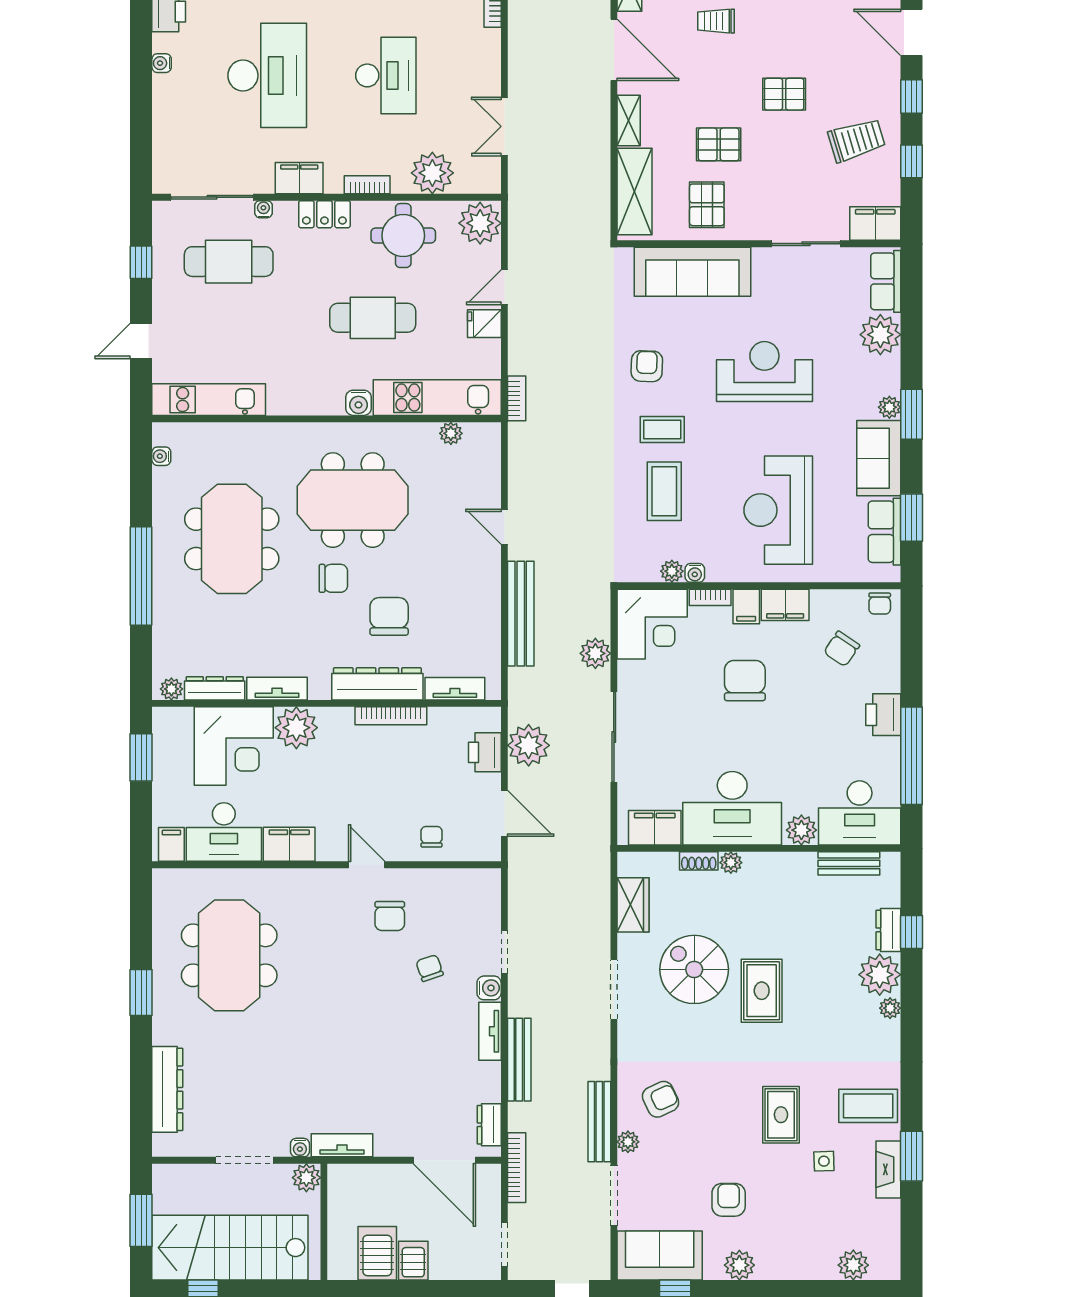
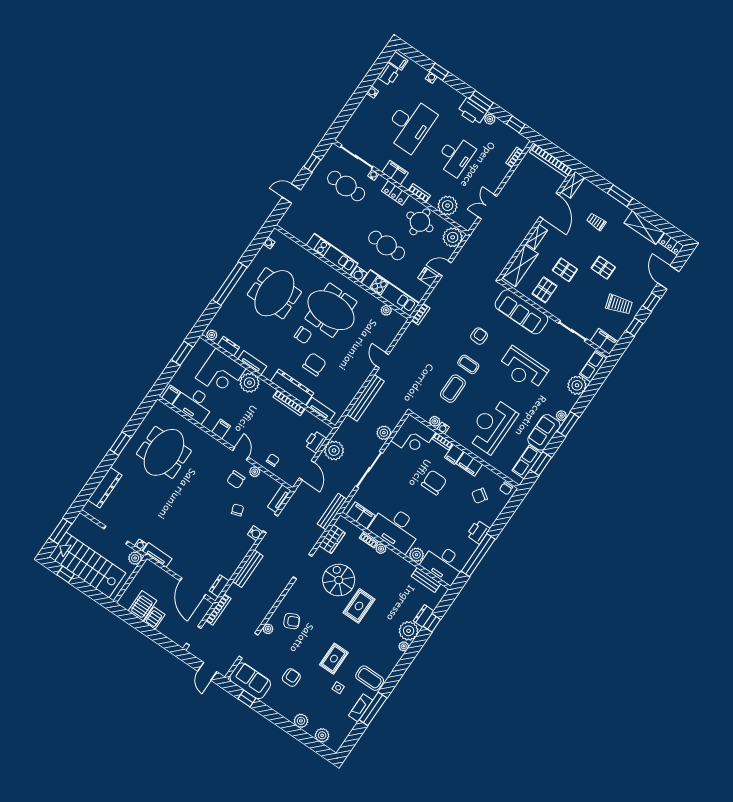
reception desk: (764, 372) -> (523, 369), turned 180
kitchen unit: (209, 400) -> (332, 254), moved
dresser: (215, 688) -> (229, 346), width x0.70
filing cabinet: (289, 844) -> (221, 429), width x0.50
plant: (413, 879) -> (255, 472), added
tv unit: (490, 1031) -> (279, 499), moved
bench: (599, 1122) -> (332, 512), moved
window: (911, 1156) -> (373, 709), width x1.44
plant: (739, 1265) -> (301, 721), moved

